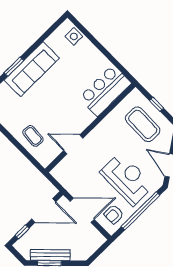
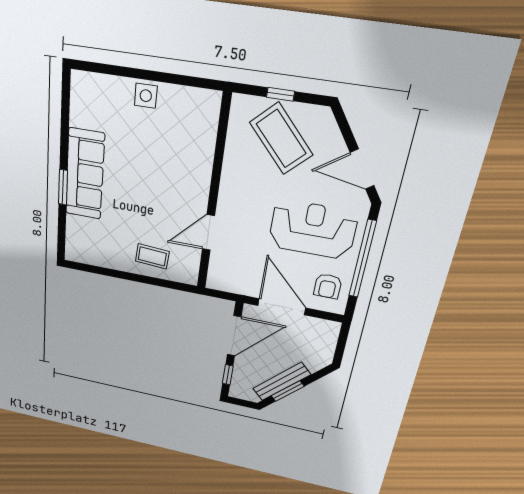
side table: (74, 36) -> (146, 96), moved
bar counter: (105, 90) -> (195, 130), removed
coffee table: (143, 124) -> (281, 139), turned 46
door: (82, 210) -> (282, 307), hinge flipped

